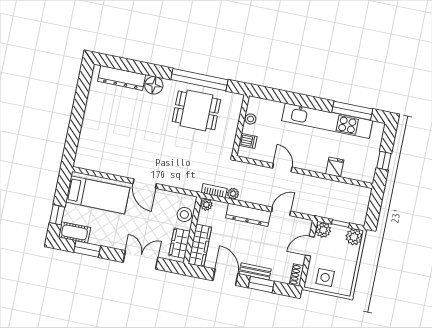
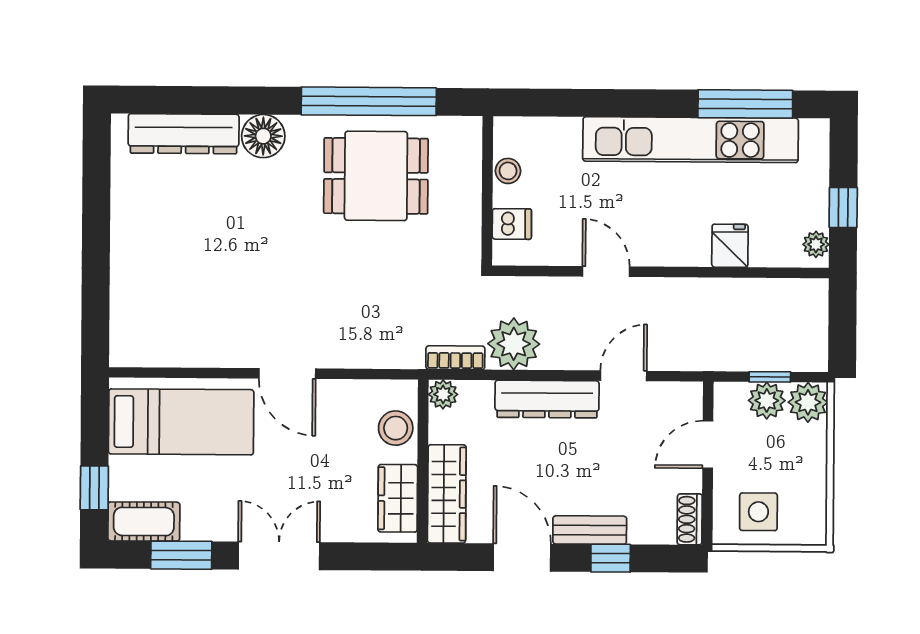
plant: (370, 173) -> (816, 244), added
plant: (233, 194) -> (514, 344), width x1.87, depth x1.87
plant: (323, 230) -> (767, 401), moved
double door: (141, 260) -> (279, 556), moved
window: (261, 285) -> (611, 558), width x0.67

